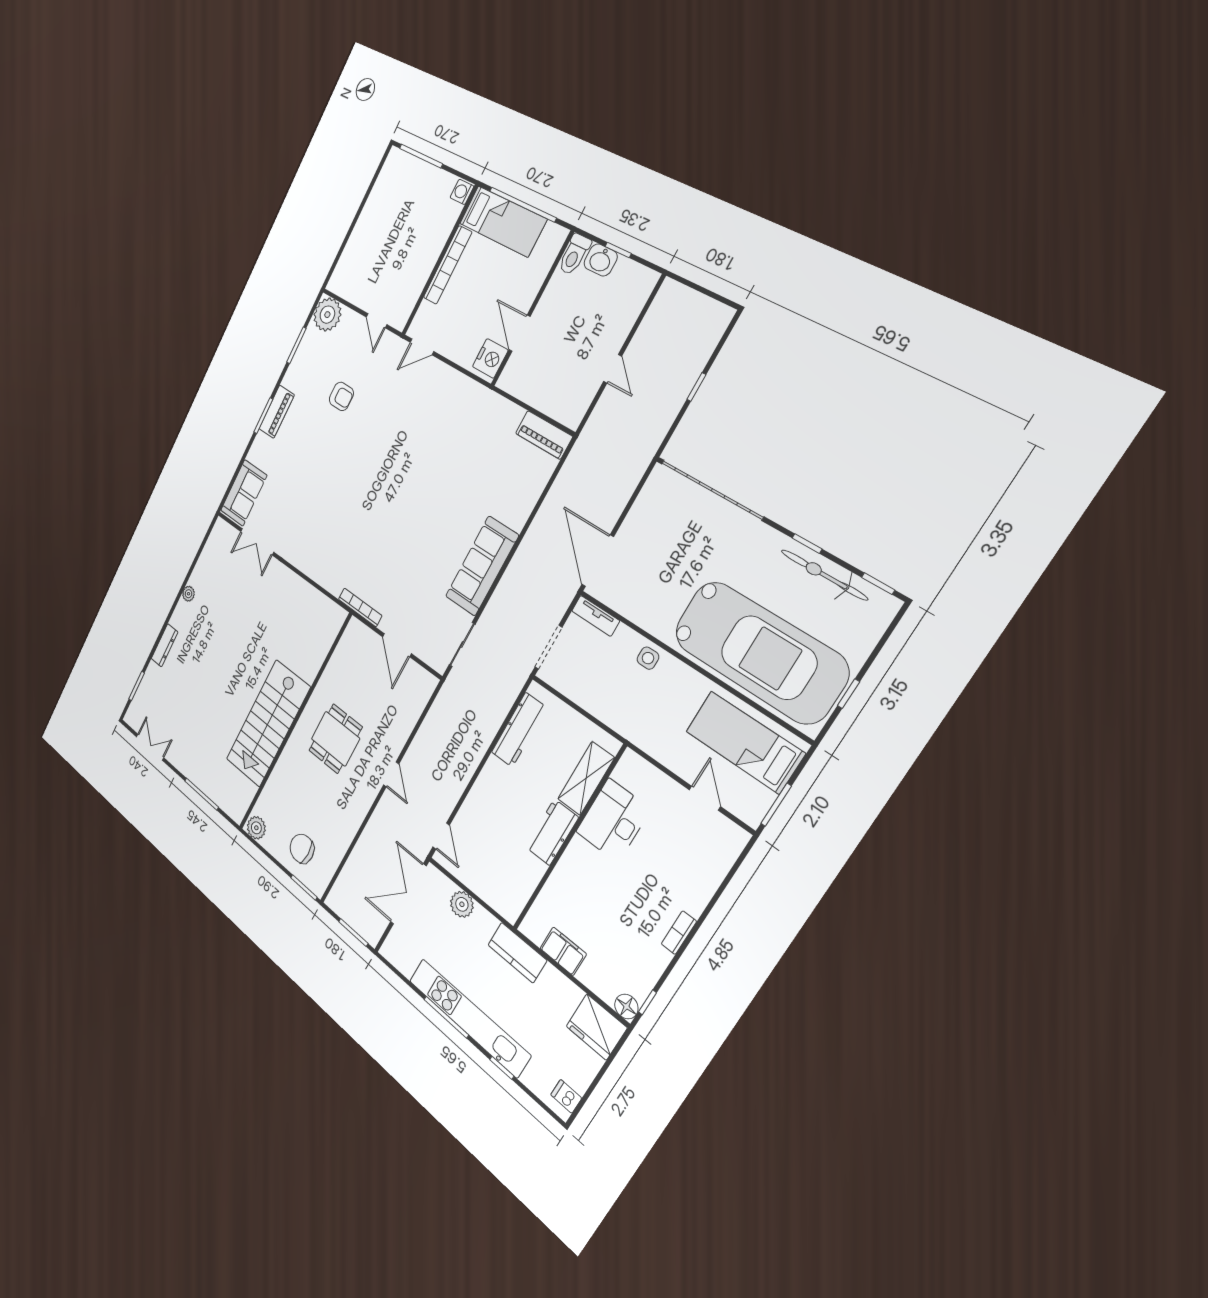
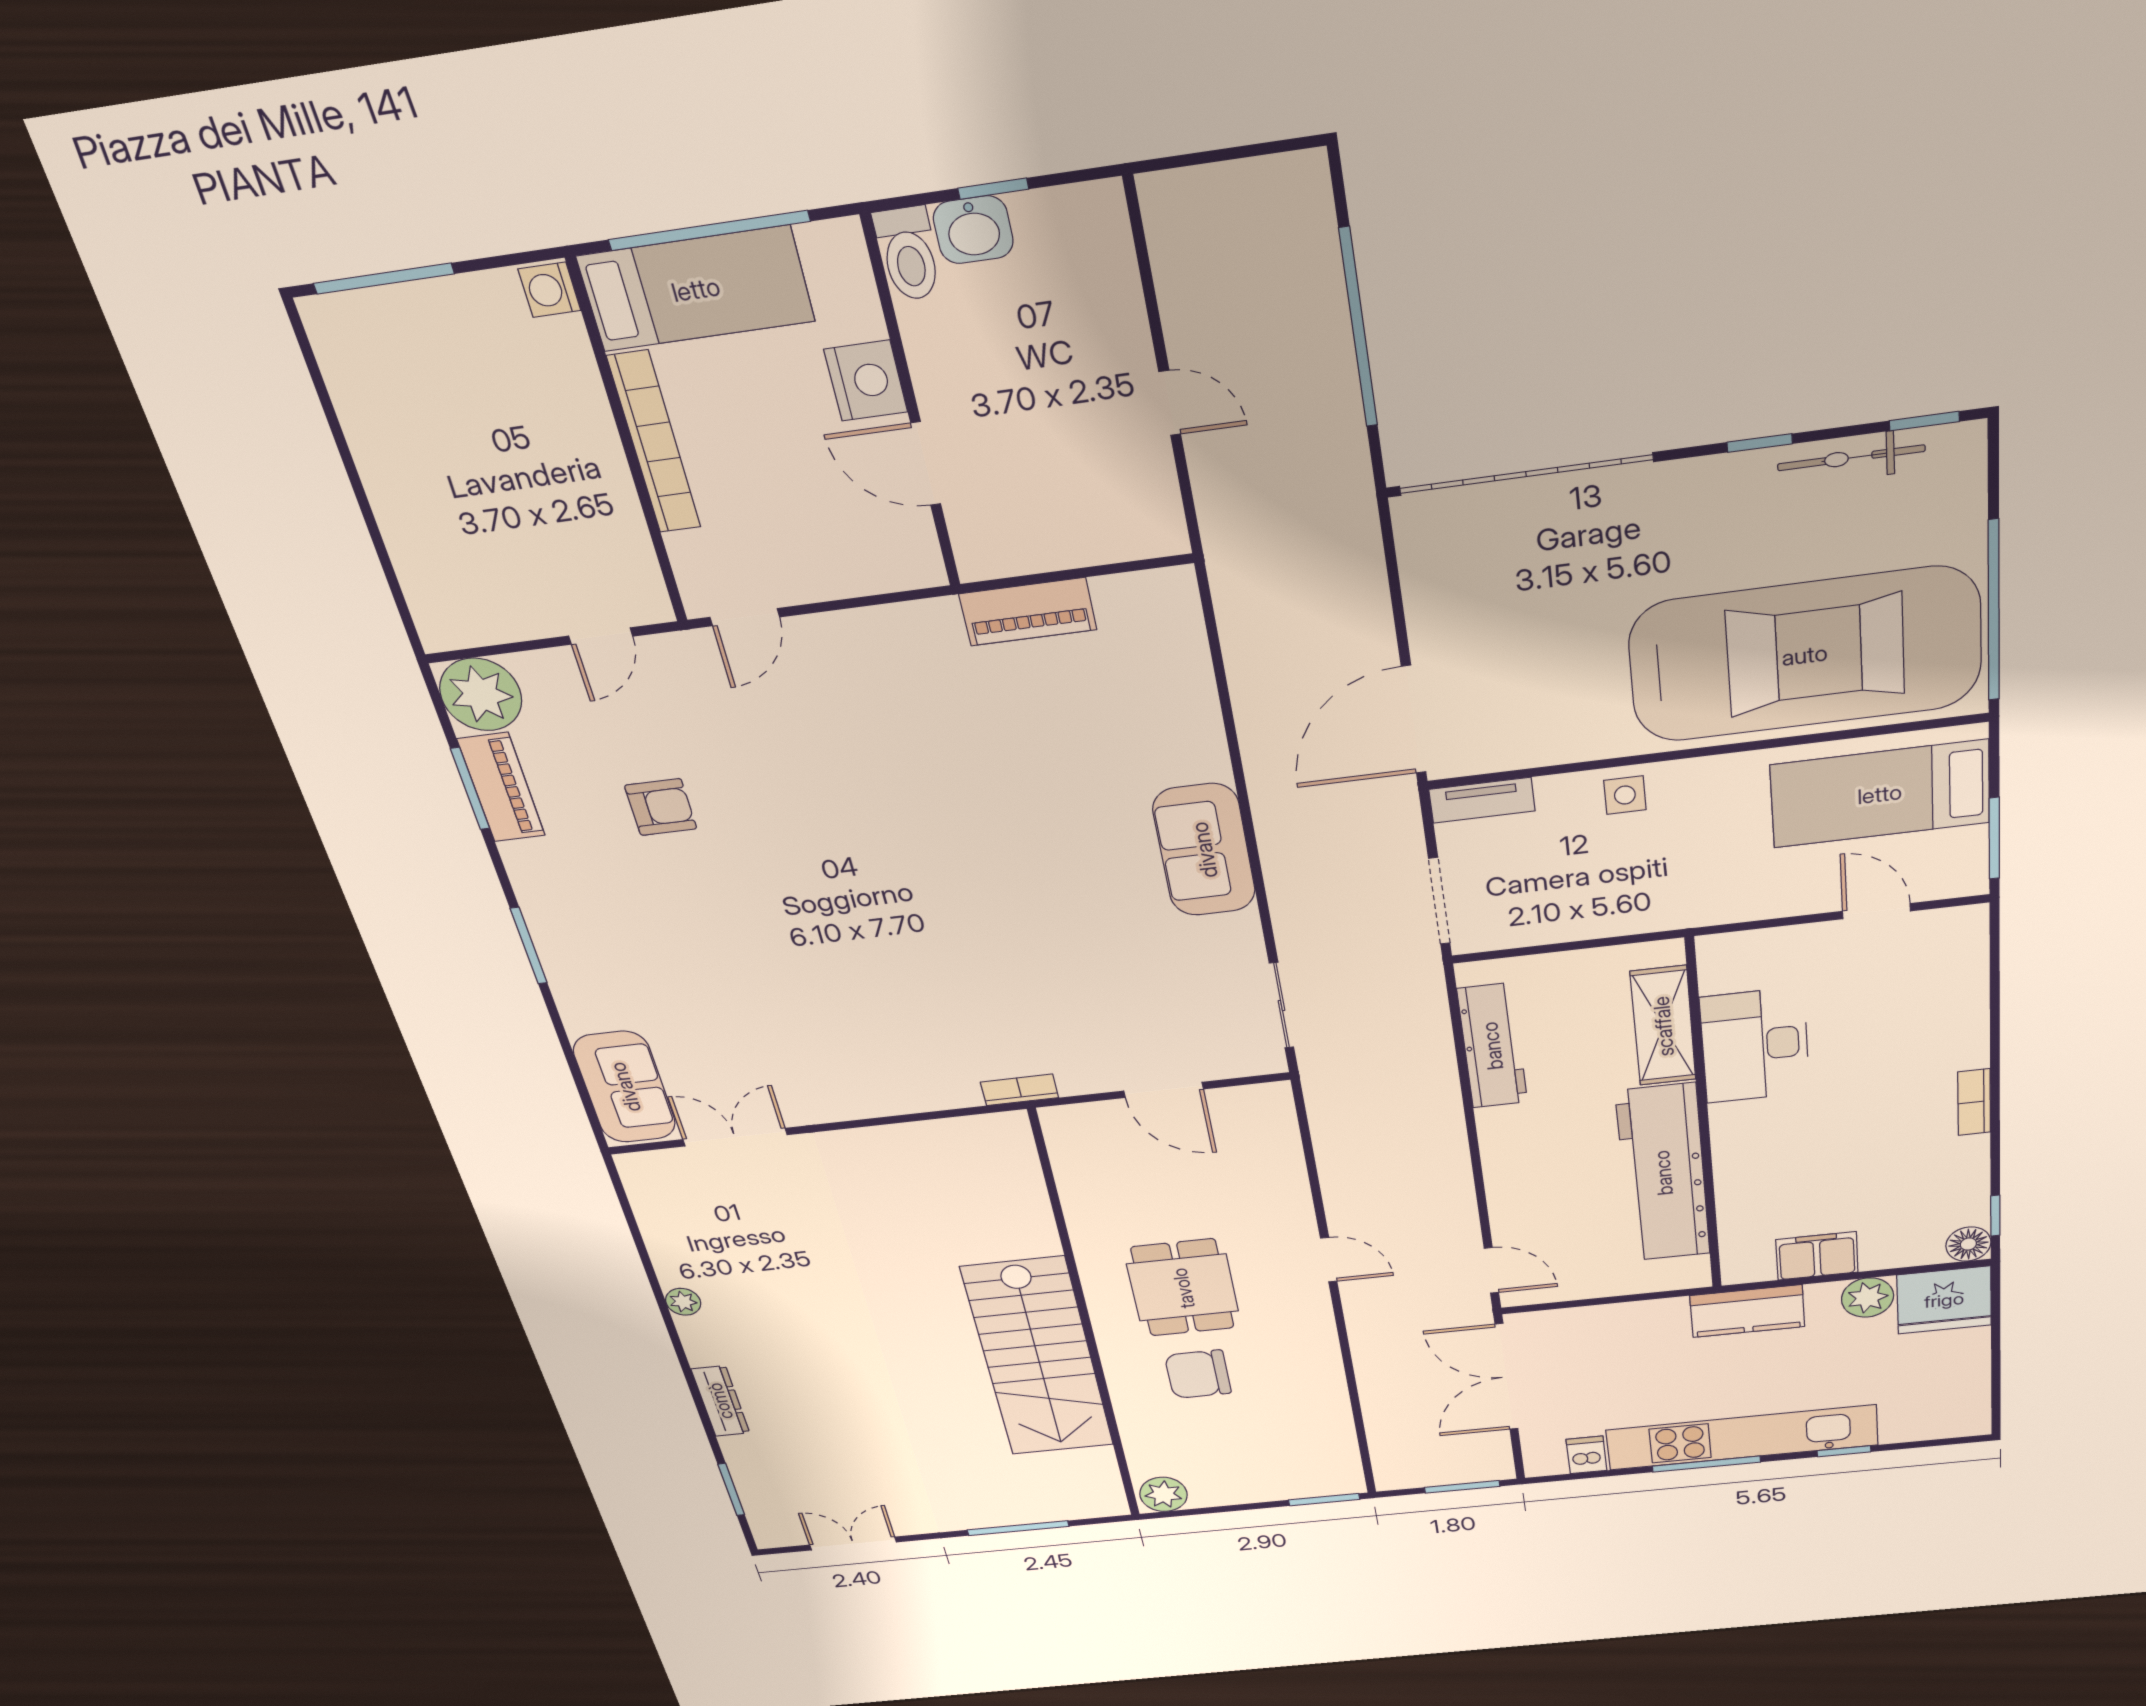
door: (377, 321) -> (601, 636), hinge flipped
nightstand: (490, 358) -> (866, 381), moved
window: (696, 387) -> (1358, 328), width x3.17
piano: (277, 412) -> (501, 787), moved
piano: (544, 435) -> (1028, 612), moved
double door: (257, 542) -> (735, 1137), swing flipped
door: (598, 561) -> (1414, 720), hinge flipped
sofa: (482, 566) -> (1204, 850), width x0.73
bicycle: (824, 575) -> (1851, 458), width x0.73, depth x0.71
bookcase: (360, 607) -> (1019, 1090), width x0.64
window: (848, 694) -> (1994, 611), width x3.17
workbench: (552, 832) -> (1663, 1173), width x1.88, depth x1.32
chair: (302, 849) -> (1198, 1374), moved
plant: (462, 904) -> (1868, 1298), moved
dishwasher: (566, 1096) -> (1587, 1455), moved, turned 90

